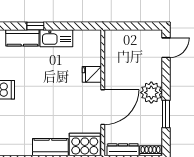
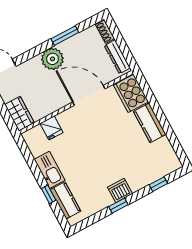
wardrobe: (119, 38) -> (19, 114), added
fridge: (92, 74) -> (51, 128), moved

